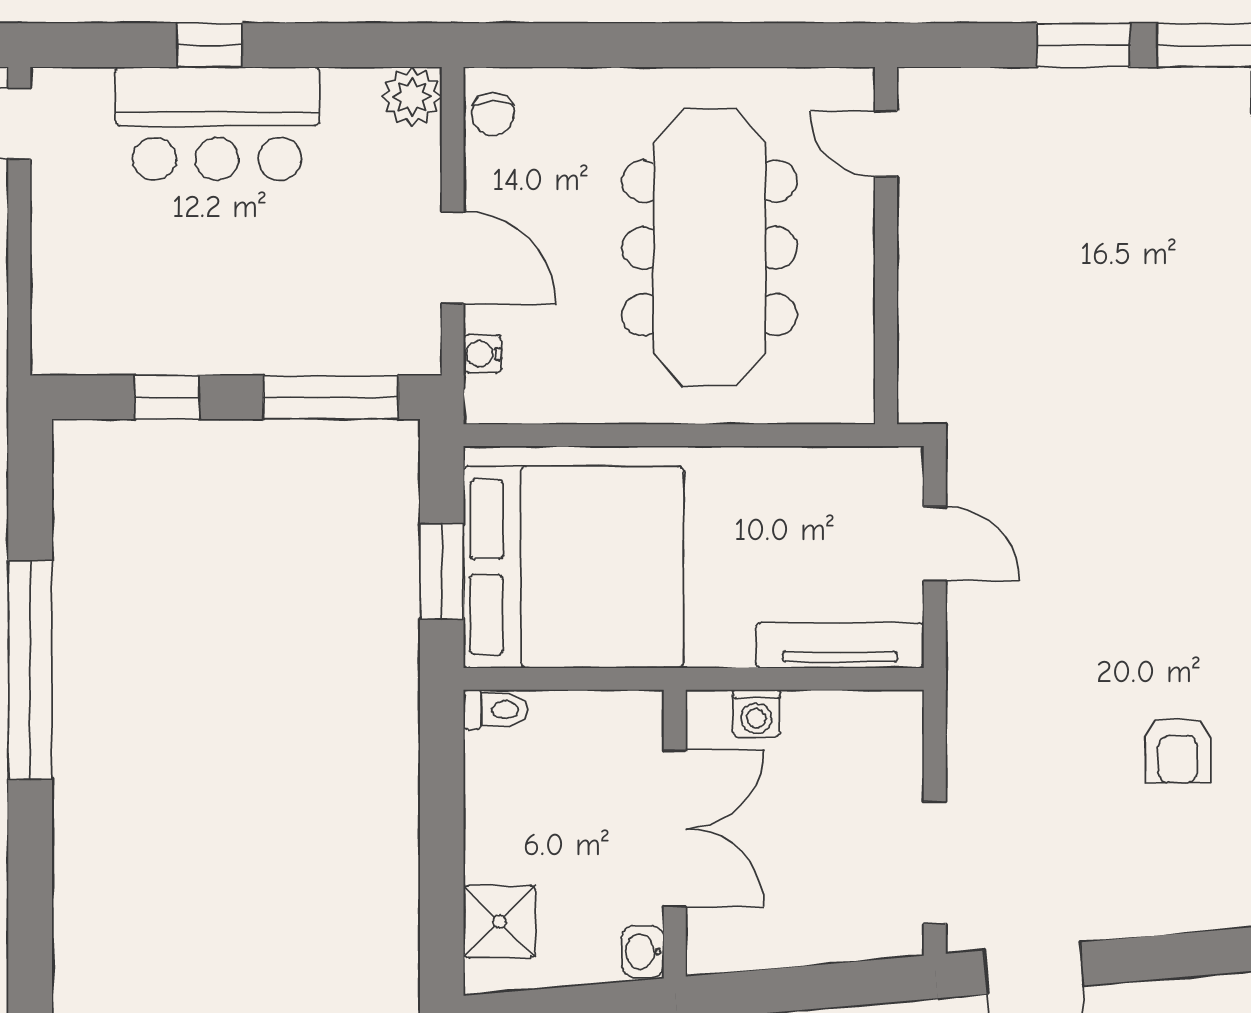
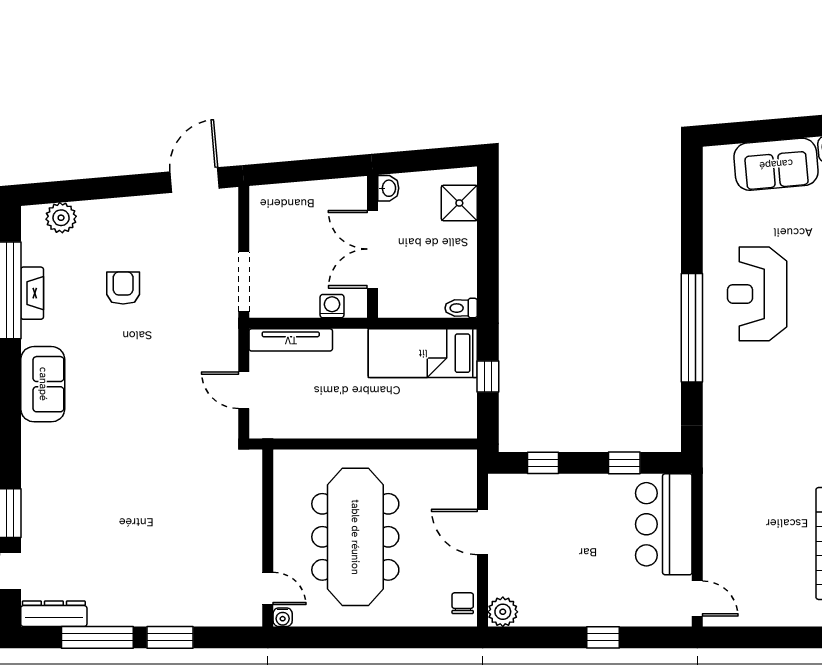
bar counter: (217, 124) -> (664, 524), moved, turned -90
water cooler: (482, 354) -> (283, 617), moved, turned 90
window: (331, 397) -> (543, 463), width x0.46
bed: (573, 567) -> (423, 353), width x0.49
window: (442, 571) -> (488, 377), width x0.67
doorway: (935, 862) -> (244, 282), moved

